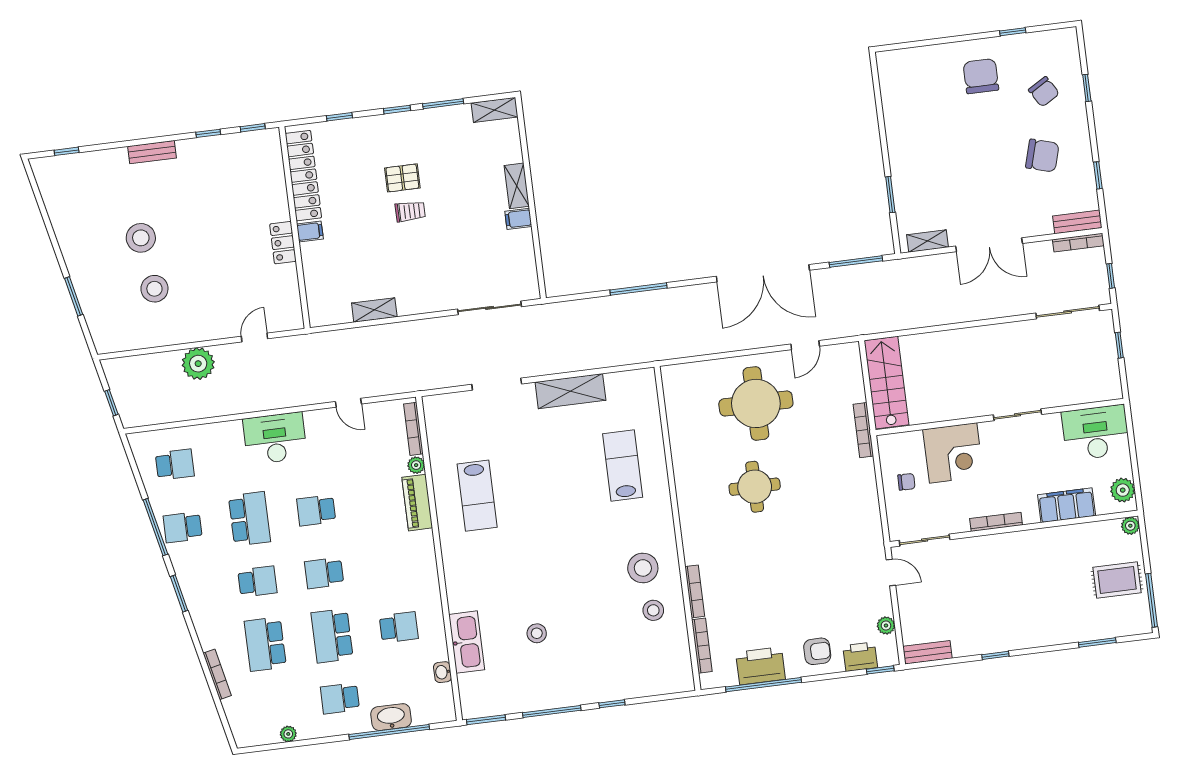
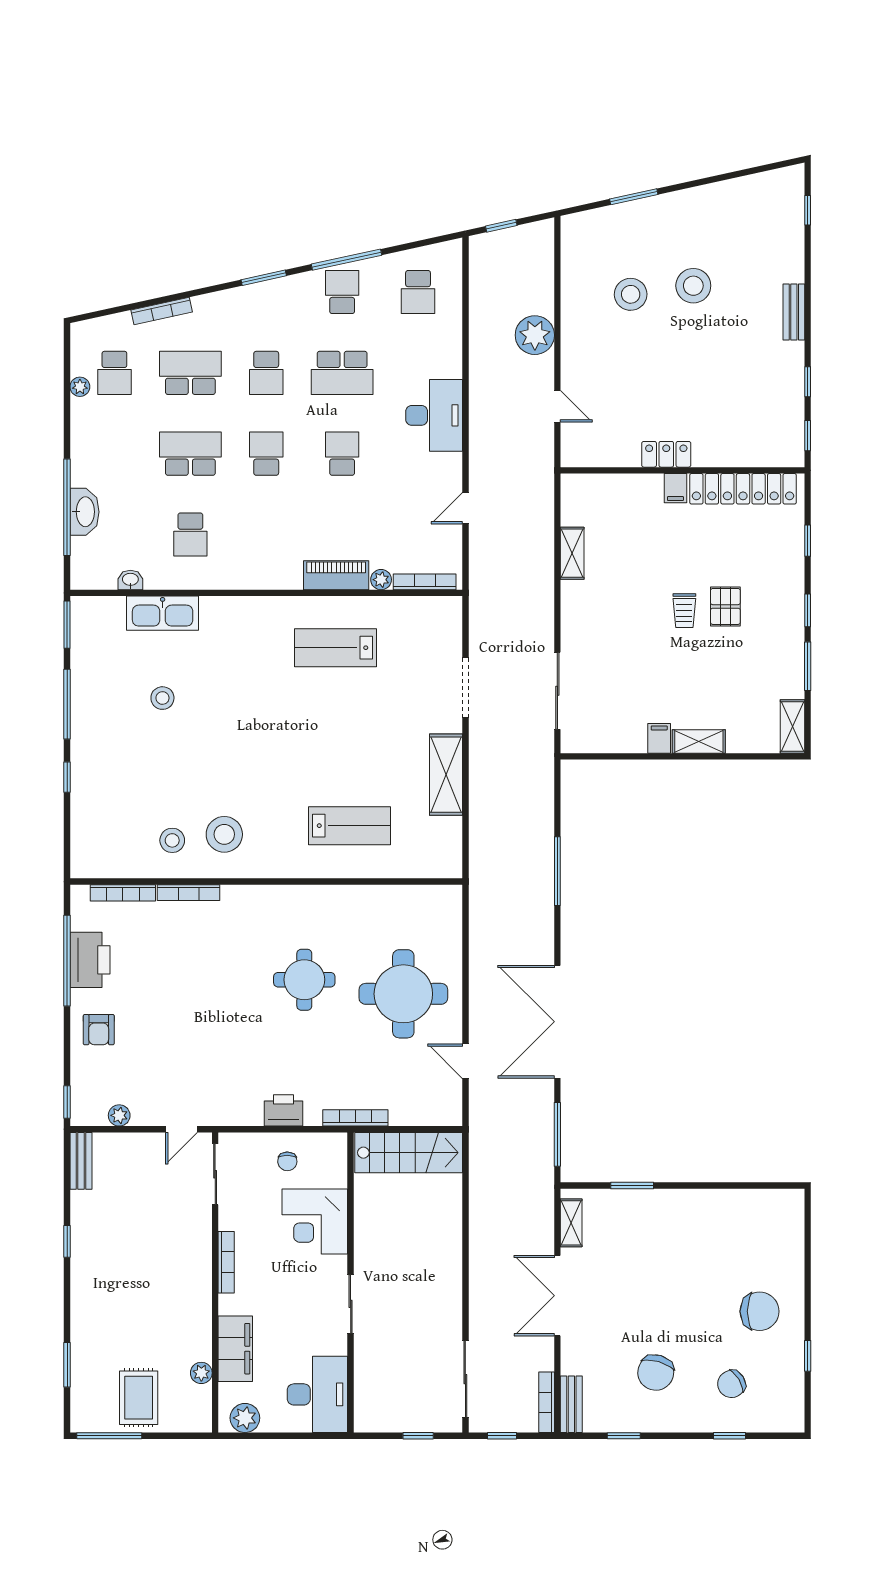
plant: (1130, 526) -> (201, 1373), moved
printer: (860, 657) -> (283, 1110), moved, turned -90
school desk: (340, 698) -> (114, 373), moved, turned 180

